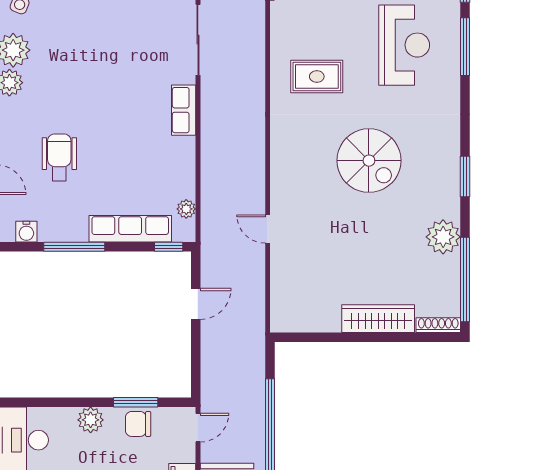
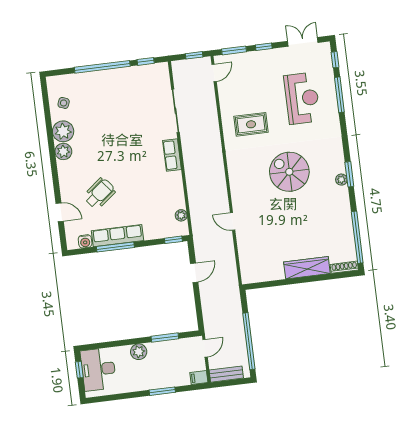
wheelchair: (59, 157) -> (100, 193), turned 52
spiral stairs: (369, 161) -> (289, 172), turned 180
row of seats: (130, 229) -> (118, 236), moved
plant: (443, 237) -> (341, 180), moved, width x0.53, depth x0.53
chair: (138, 424) -> (168, 351), removed

